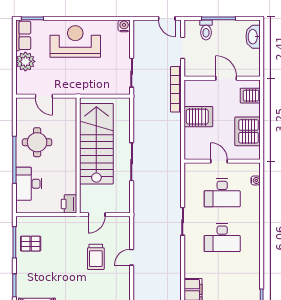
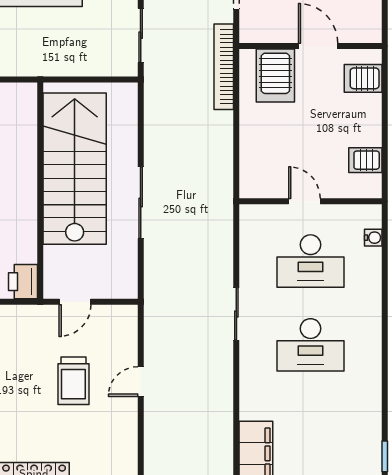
server rack: (198, 117) -> (275, 75), moved, turned 90
server rack: (248, 131) -> (365, 160), width x0.46, depth x0.70

